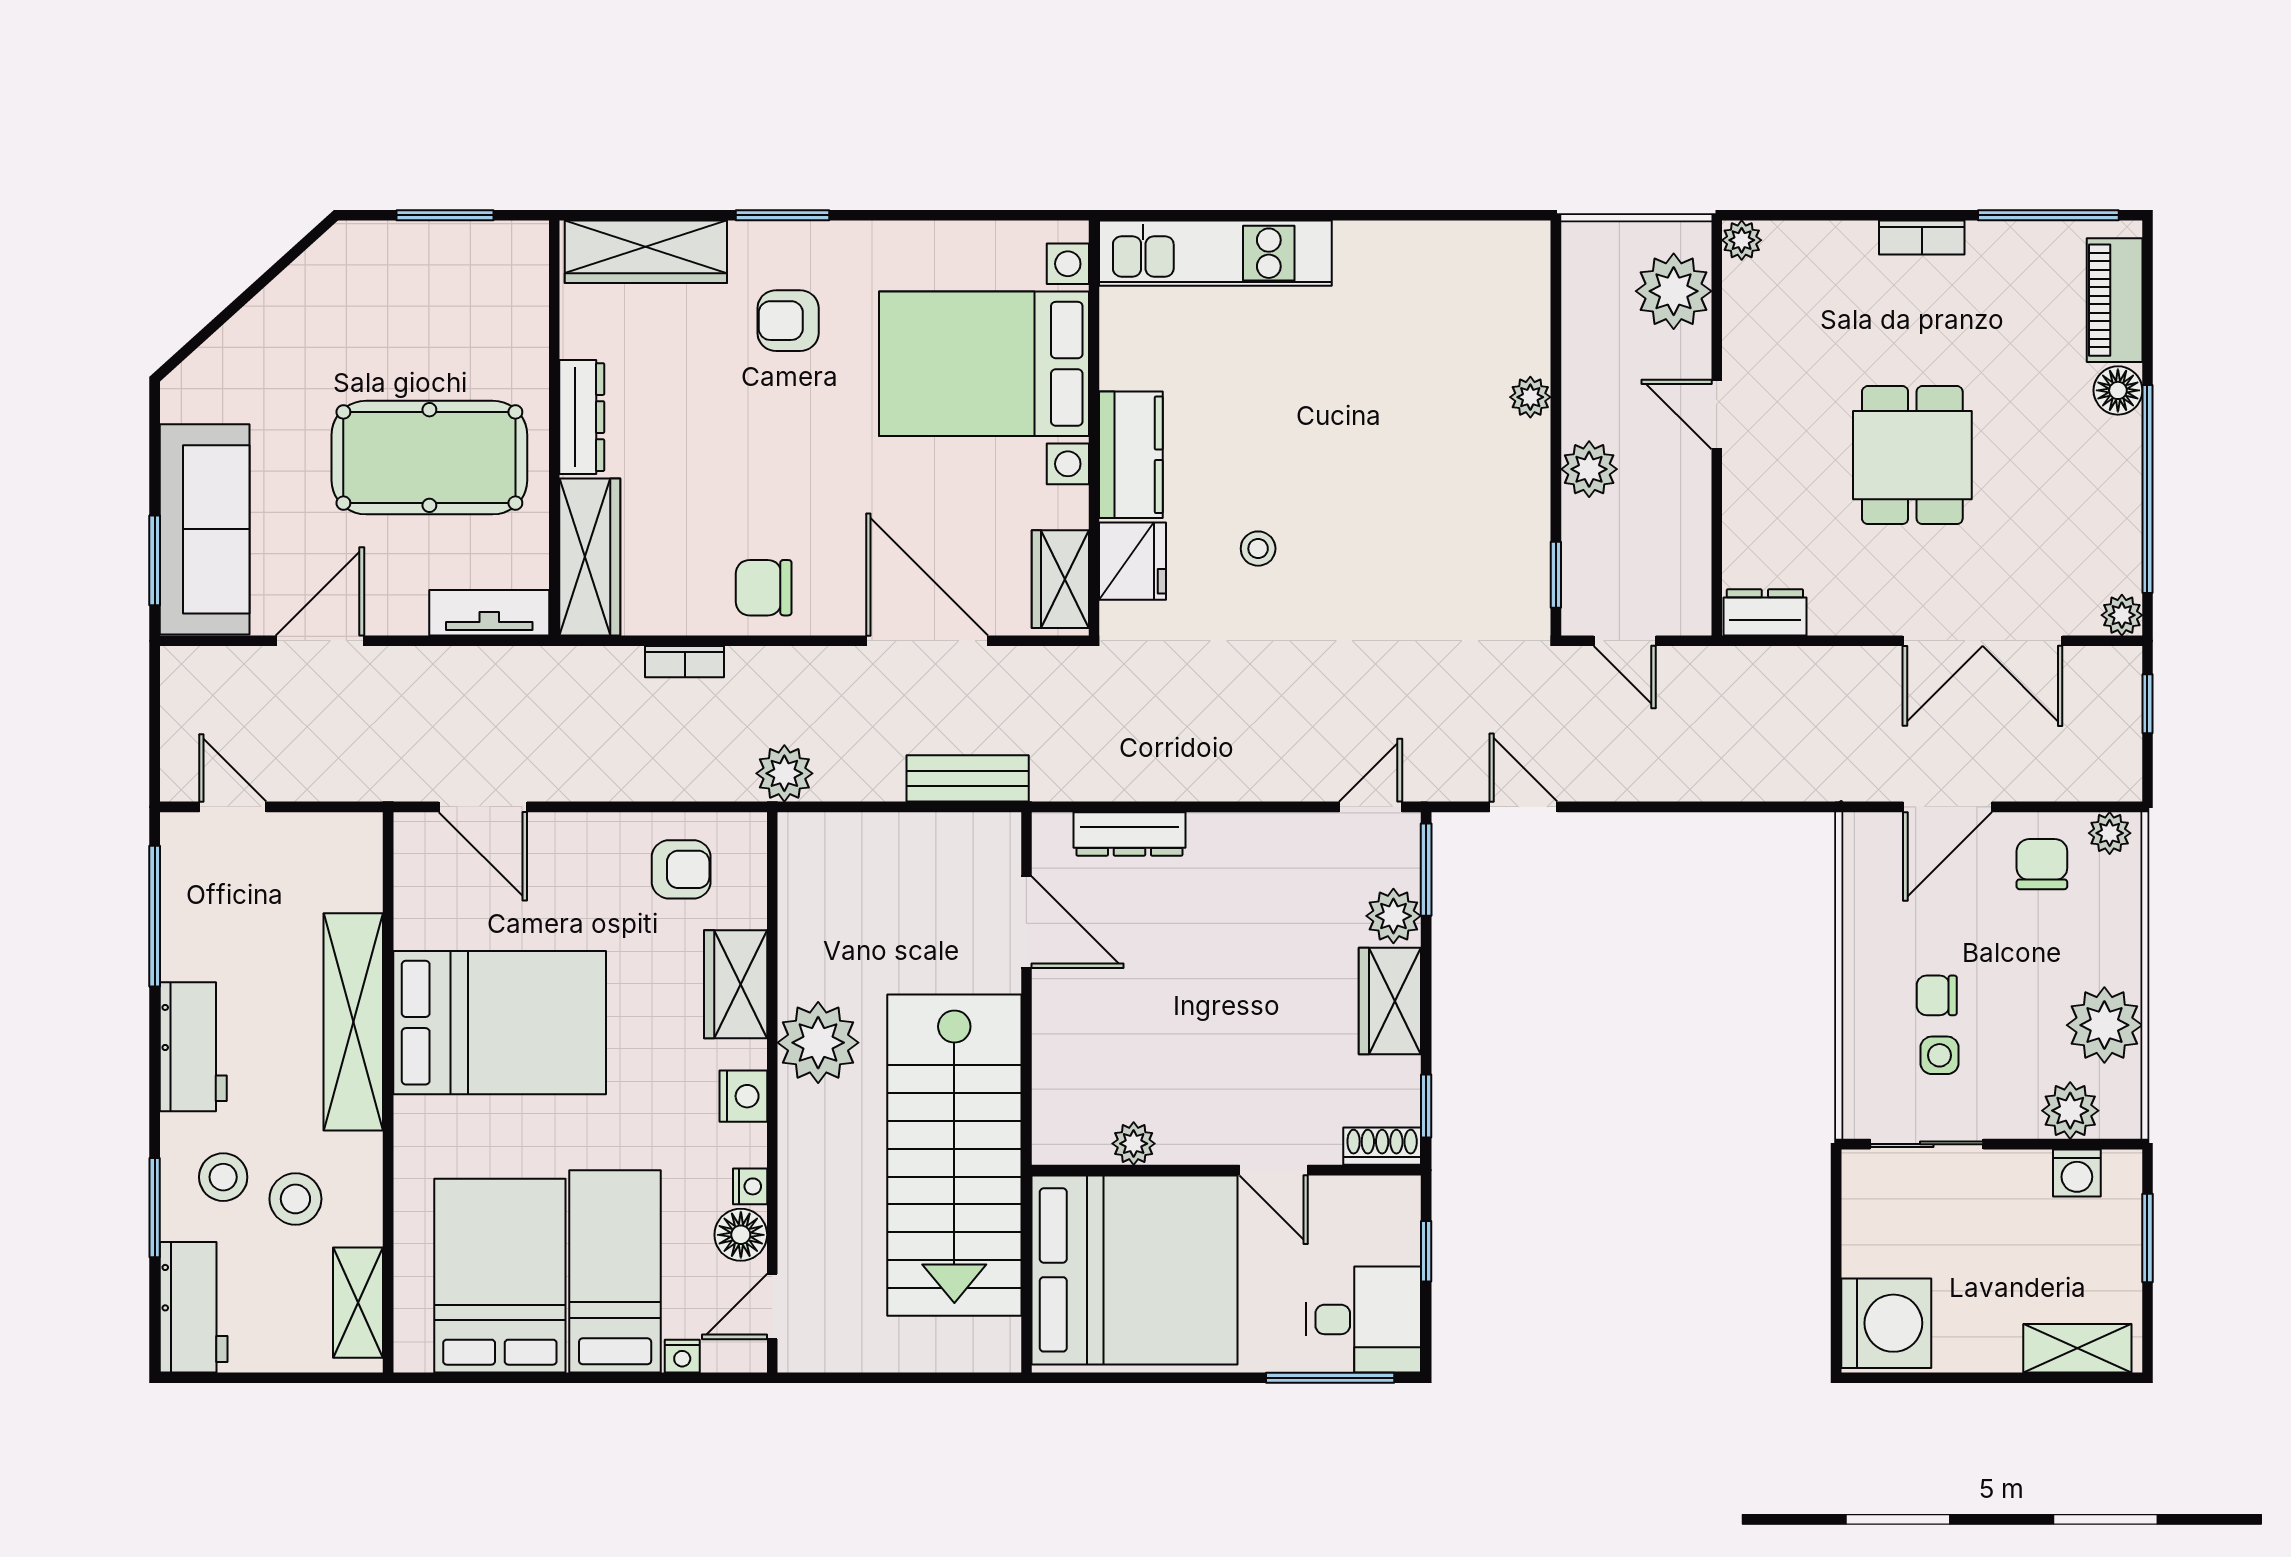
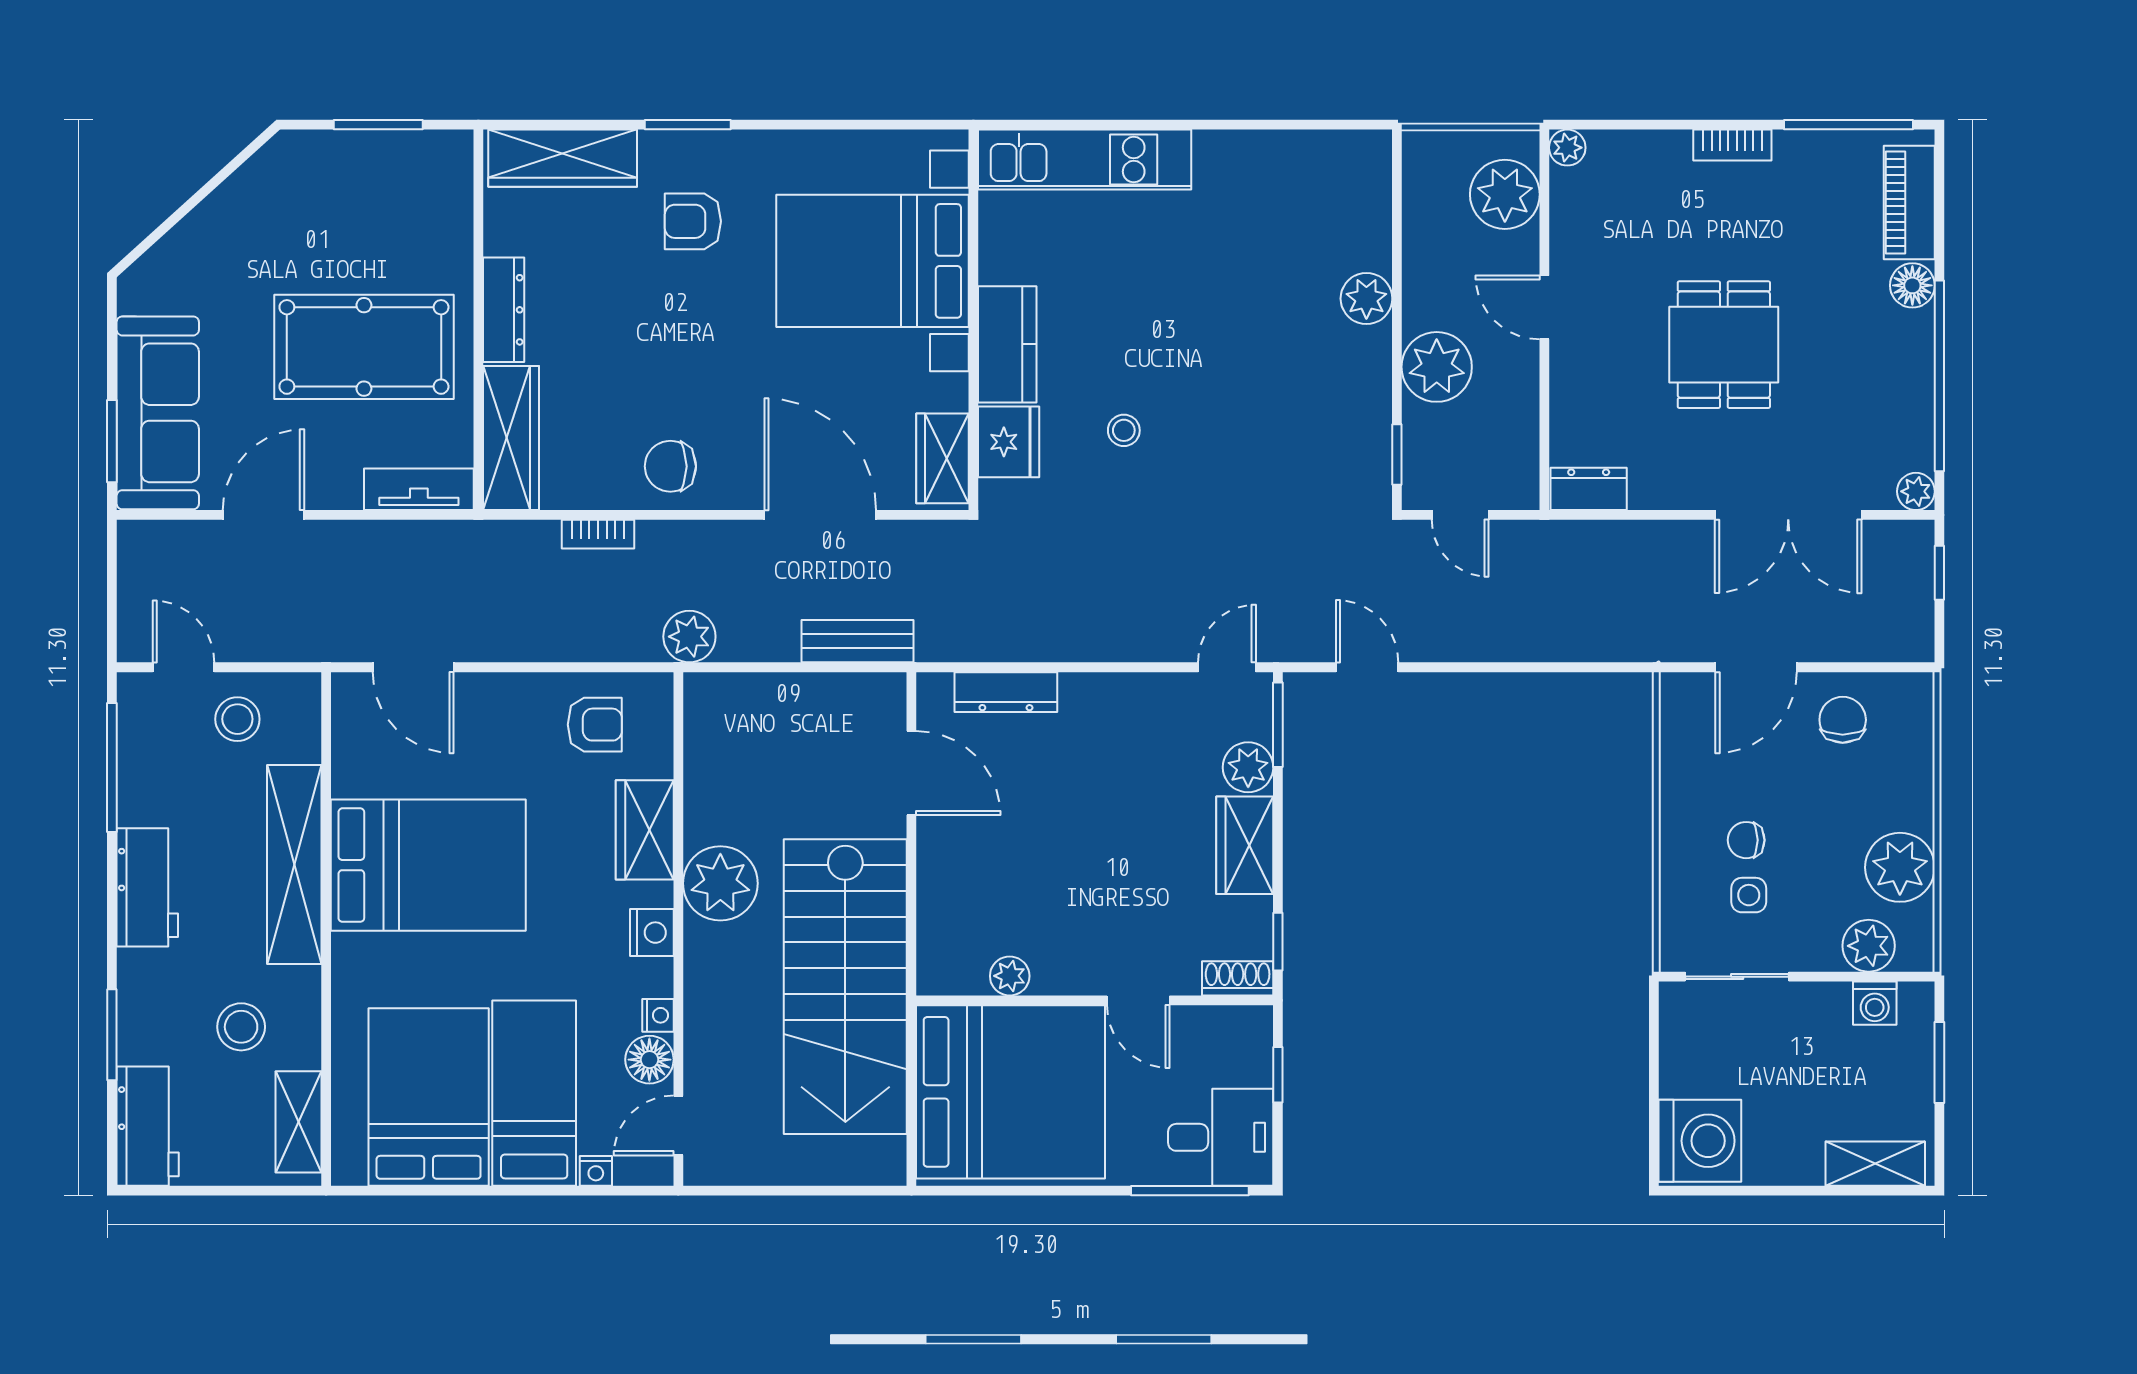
plant: (1530, 397) -> (1366, 299), width x1.38, depth x1.38
plant: (1589, 469) -> (1437, 367), width x1.36, depth x1.36
plant: (2110, 833) -> (1905, 691), removed
stool: (223, 1177) -> (237, 719), moved

